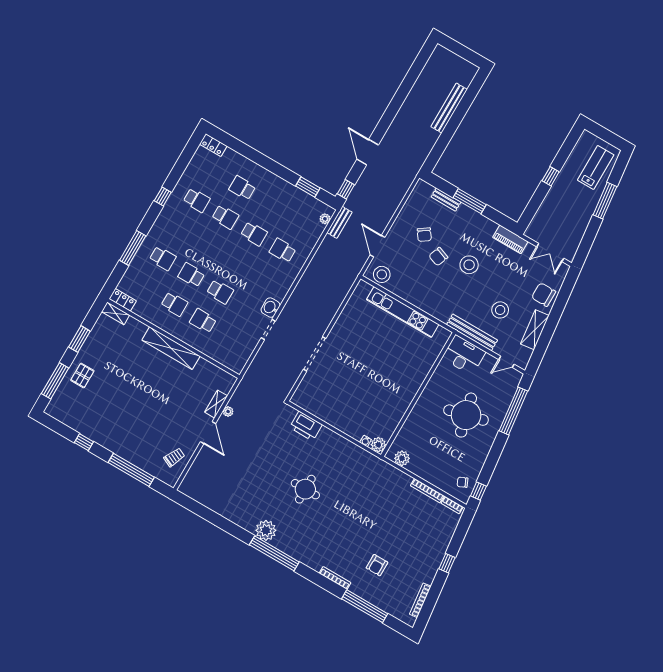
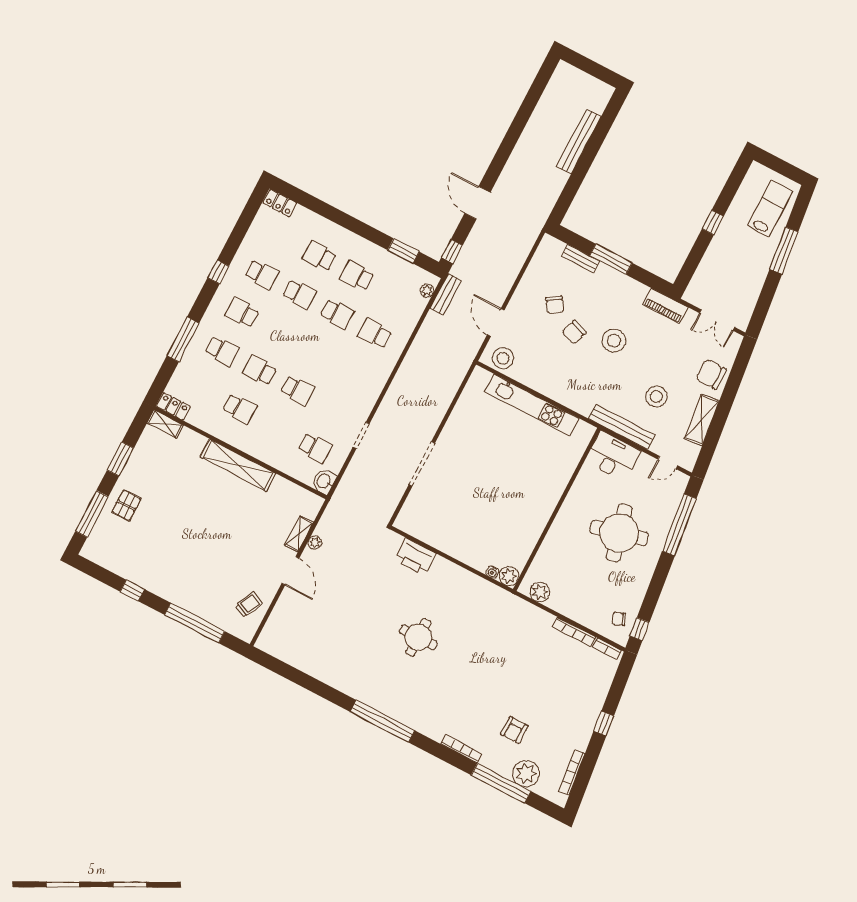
school desk: (271, 205) -> (357, 276), added
school desk: (180, 229) -> (242, 313), added
washbasin: (270, 308) -> (324, 481), moved
school desk: (203, 321) -> (315, 448), moved, turned 180
plant: (266, 530) -> (526, 774), moved

